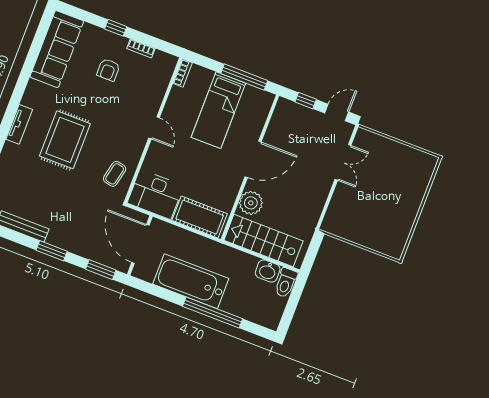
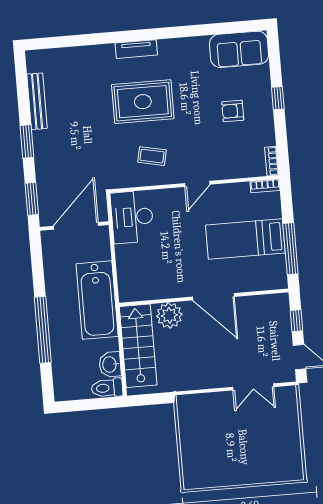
bookcase: (141, 48) -> (272, 161), moved
sofa: (57, 49) -> (239, 49), width x0.73
coffee table: (115, 174) -> (152, 156), moved
cot: (200, 217) -> (131, 271), removed
bathtub: (191, 281) -> (97, 300), moved, turned 180

